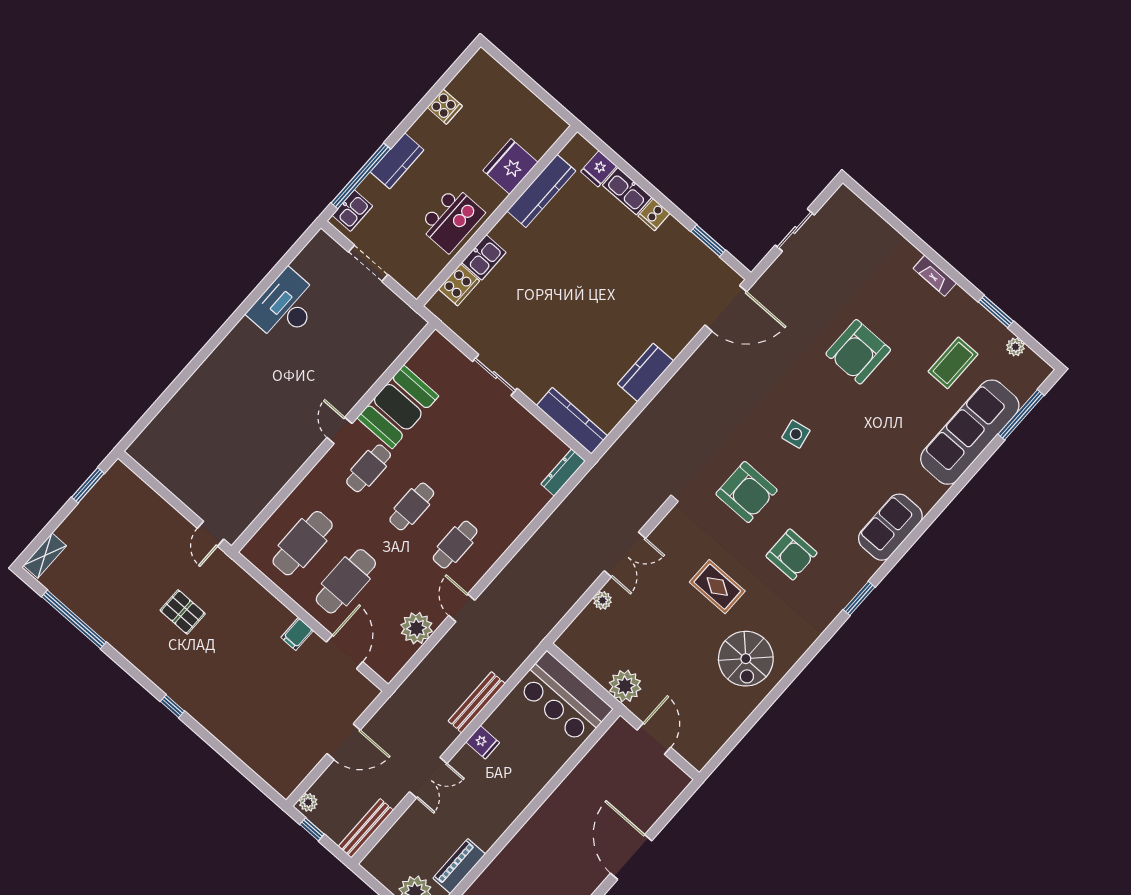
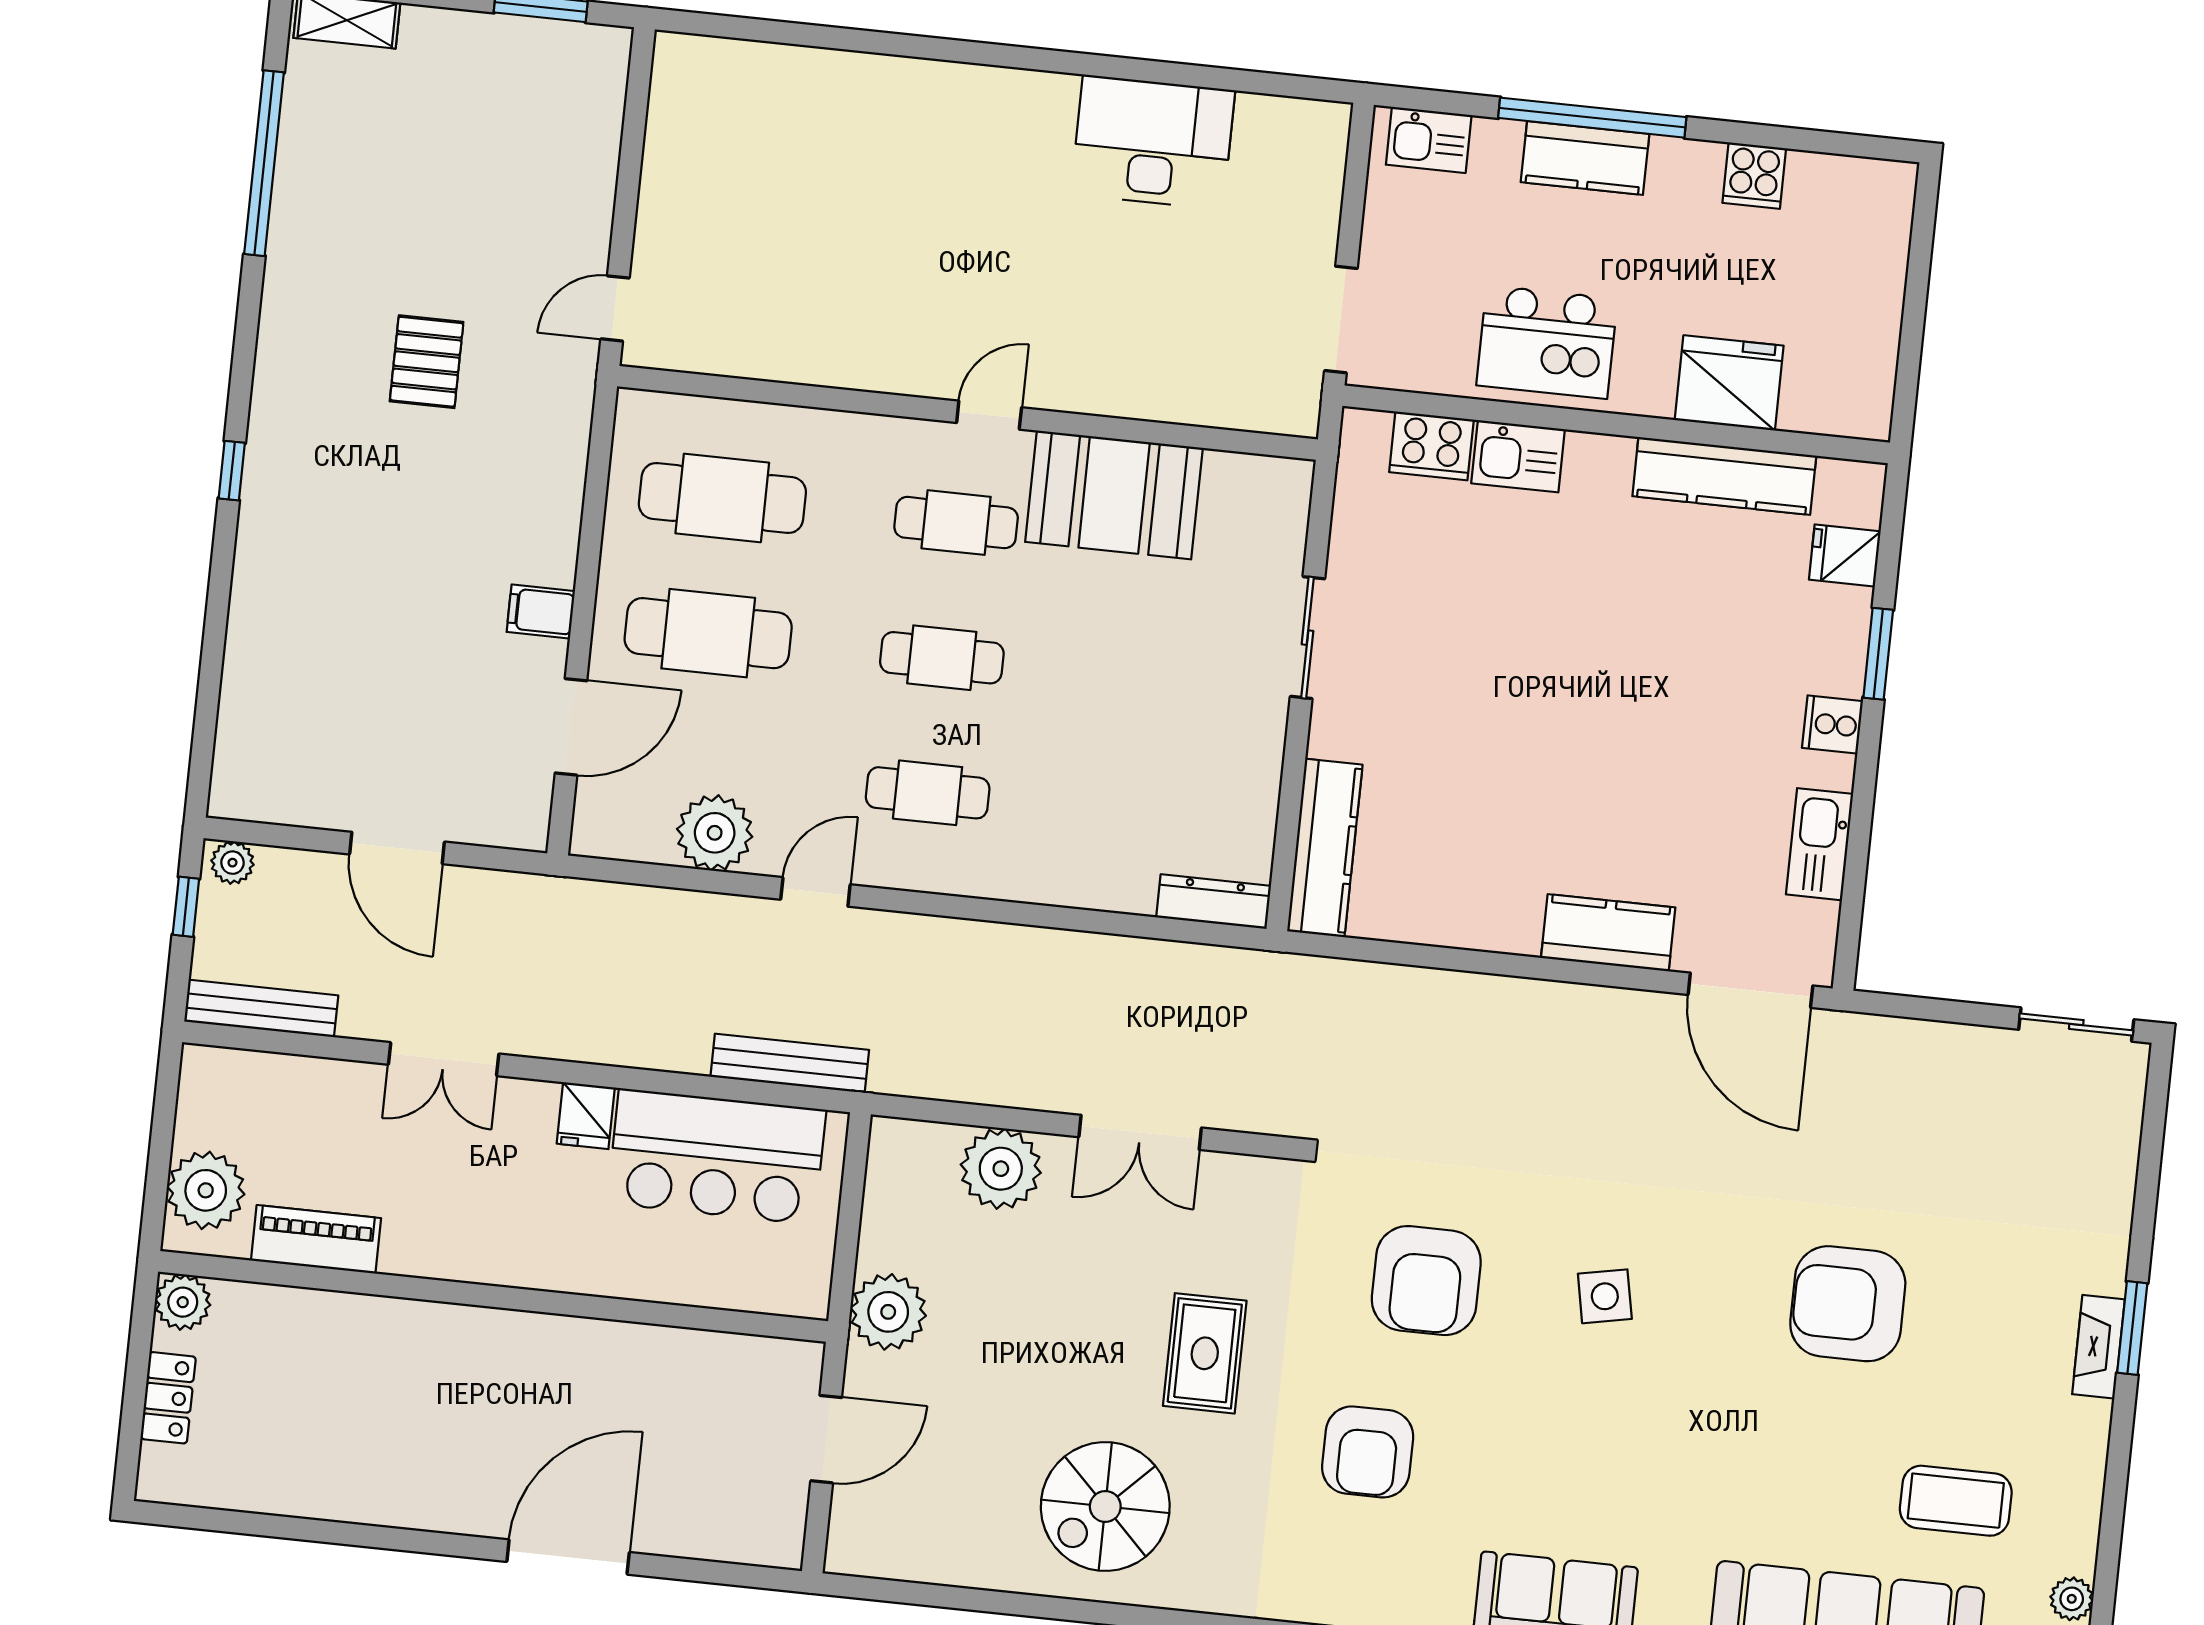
window: (361, 176) -> (1592, 118), moved
kitchen sink: (627, 191) -> (1820, 844), moved
sliding door: (795, 230) -> (2076, 1024), moved
window: (708, 241) -> (1878, 654), moved
doorway: (368, 263) -> (1341, 320), moved
window: (996, 312) -> (2132, 1328), moved
kitchen counter: (645, 372) -> (1608, 933), moved
plant: (602, 600) -> (1001, 1169), width x1.87, depth x1.87
bar counter: (564, 698) -> (717, 1156), moved, turned -90
bench: (477, 702) -> (790, 1063), moved

